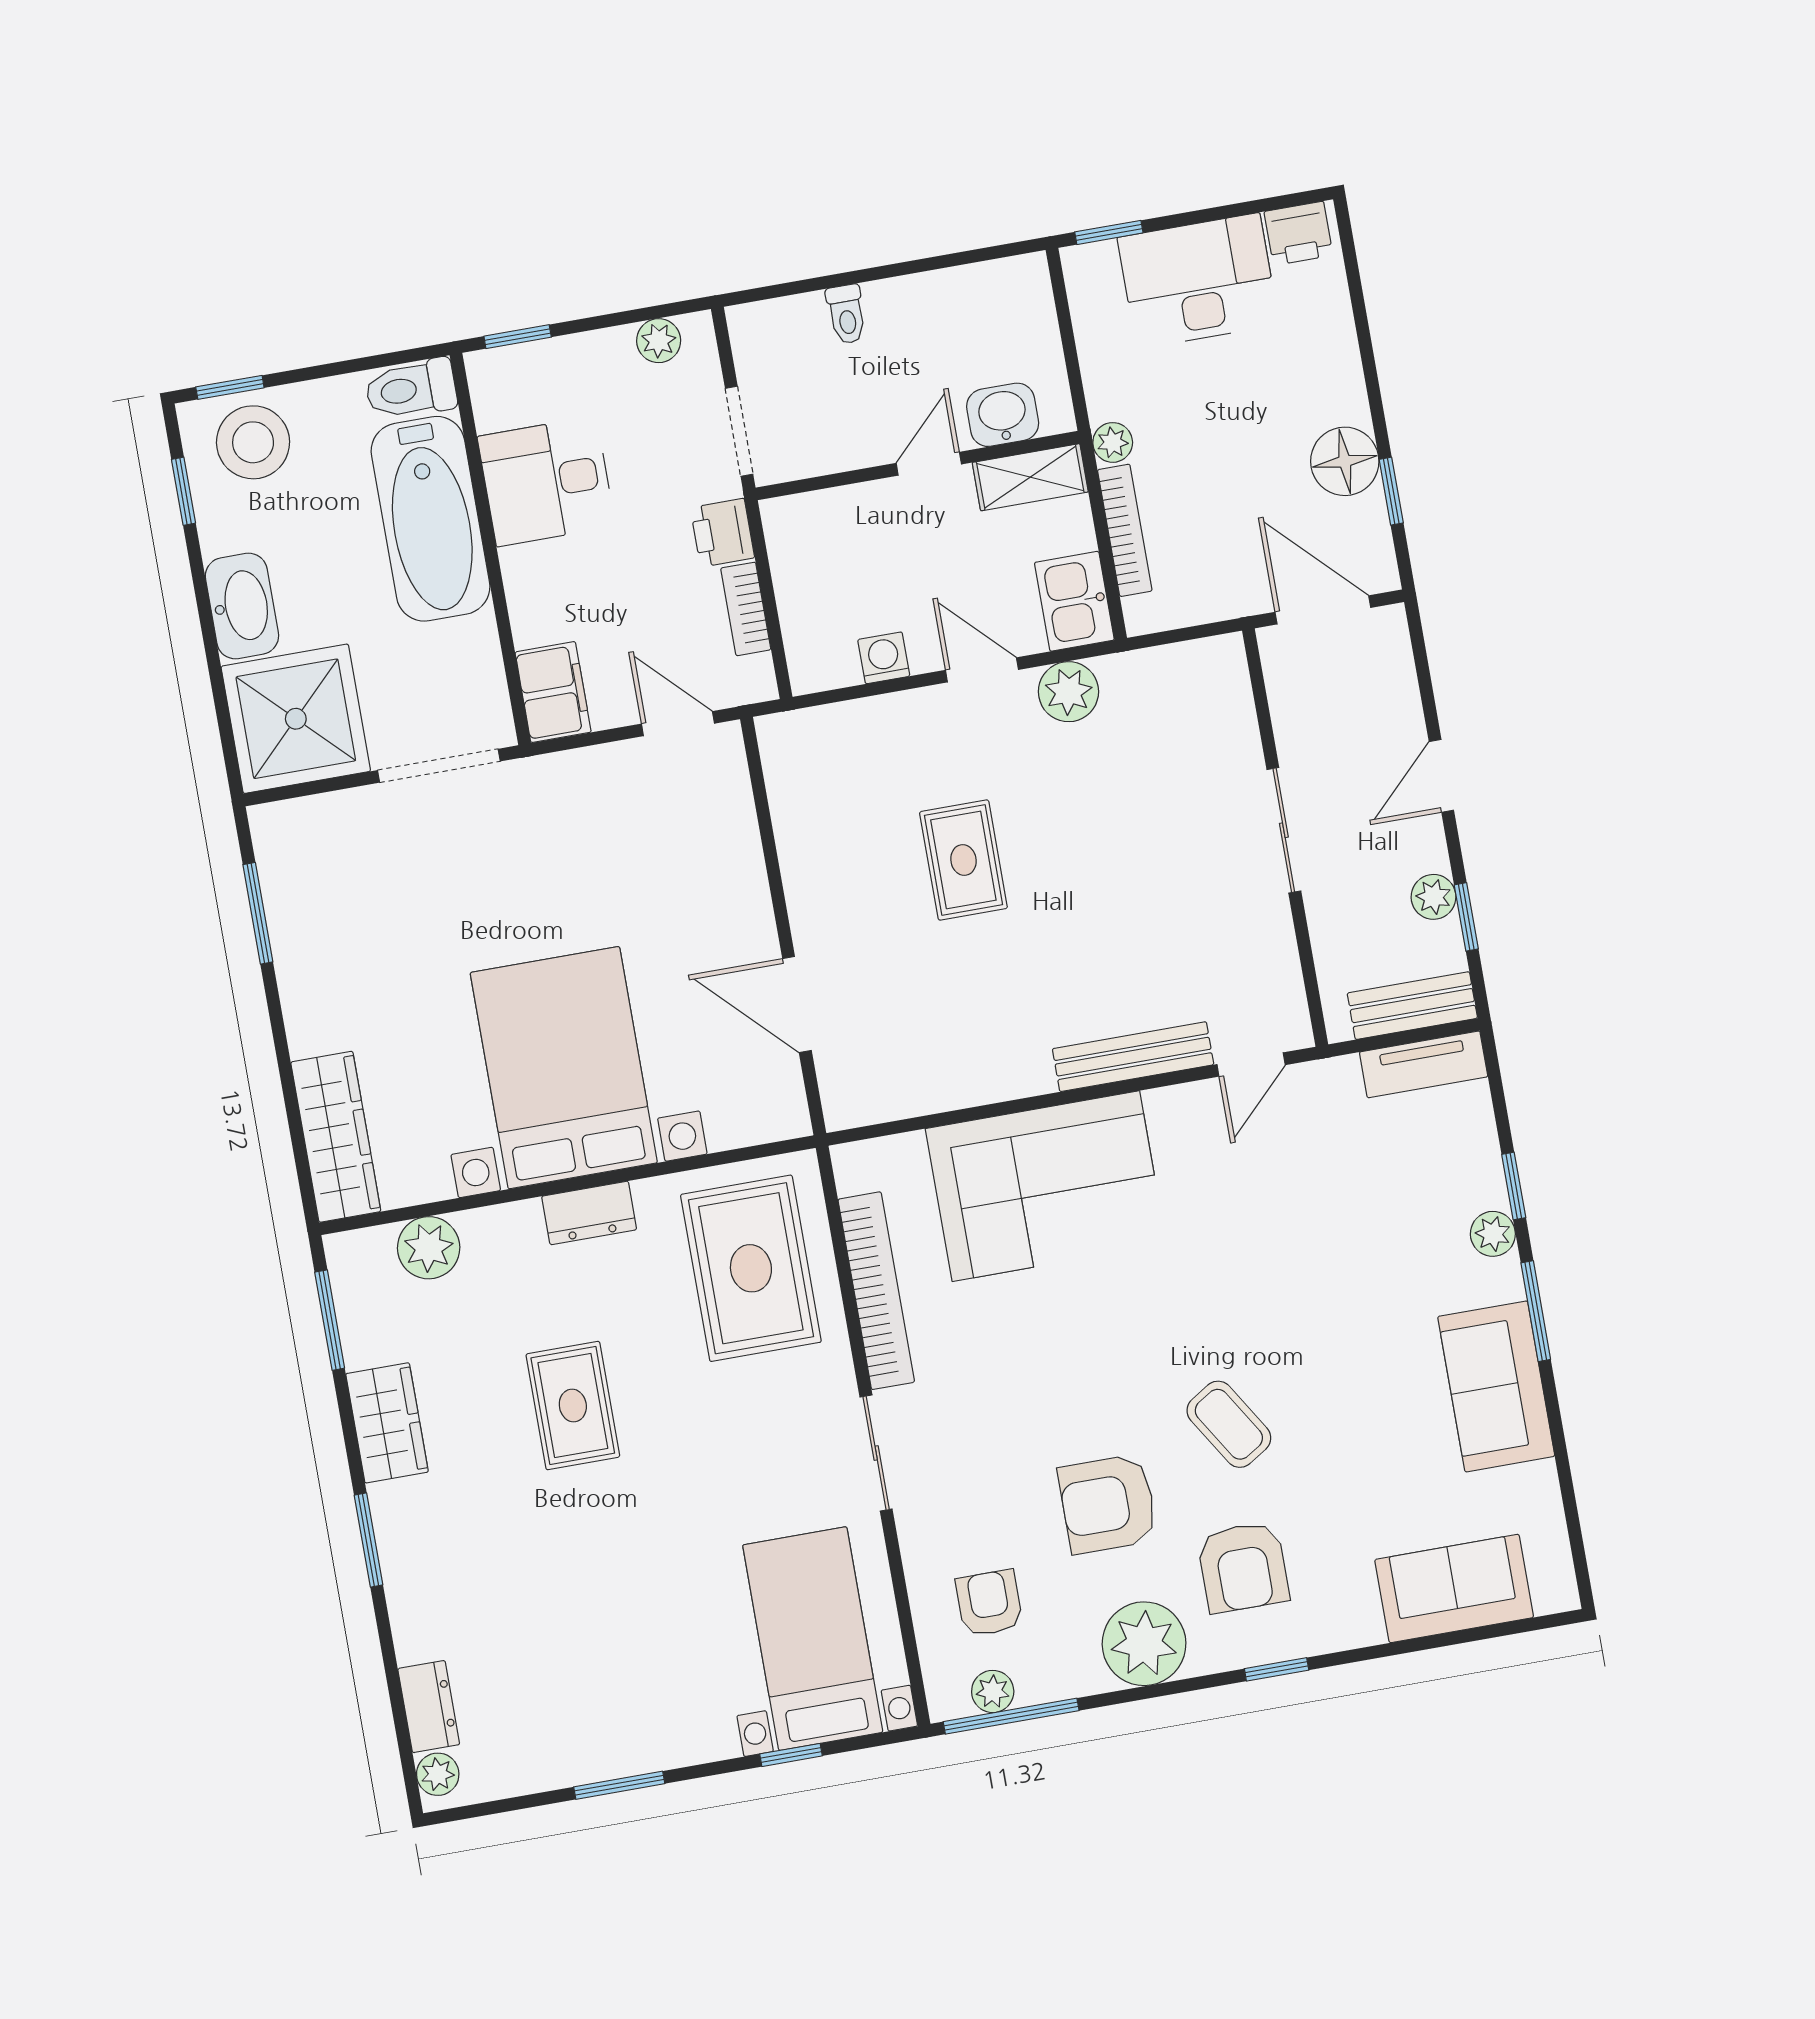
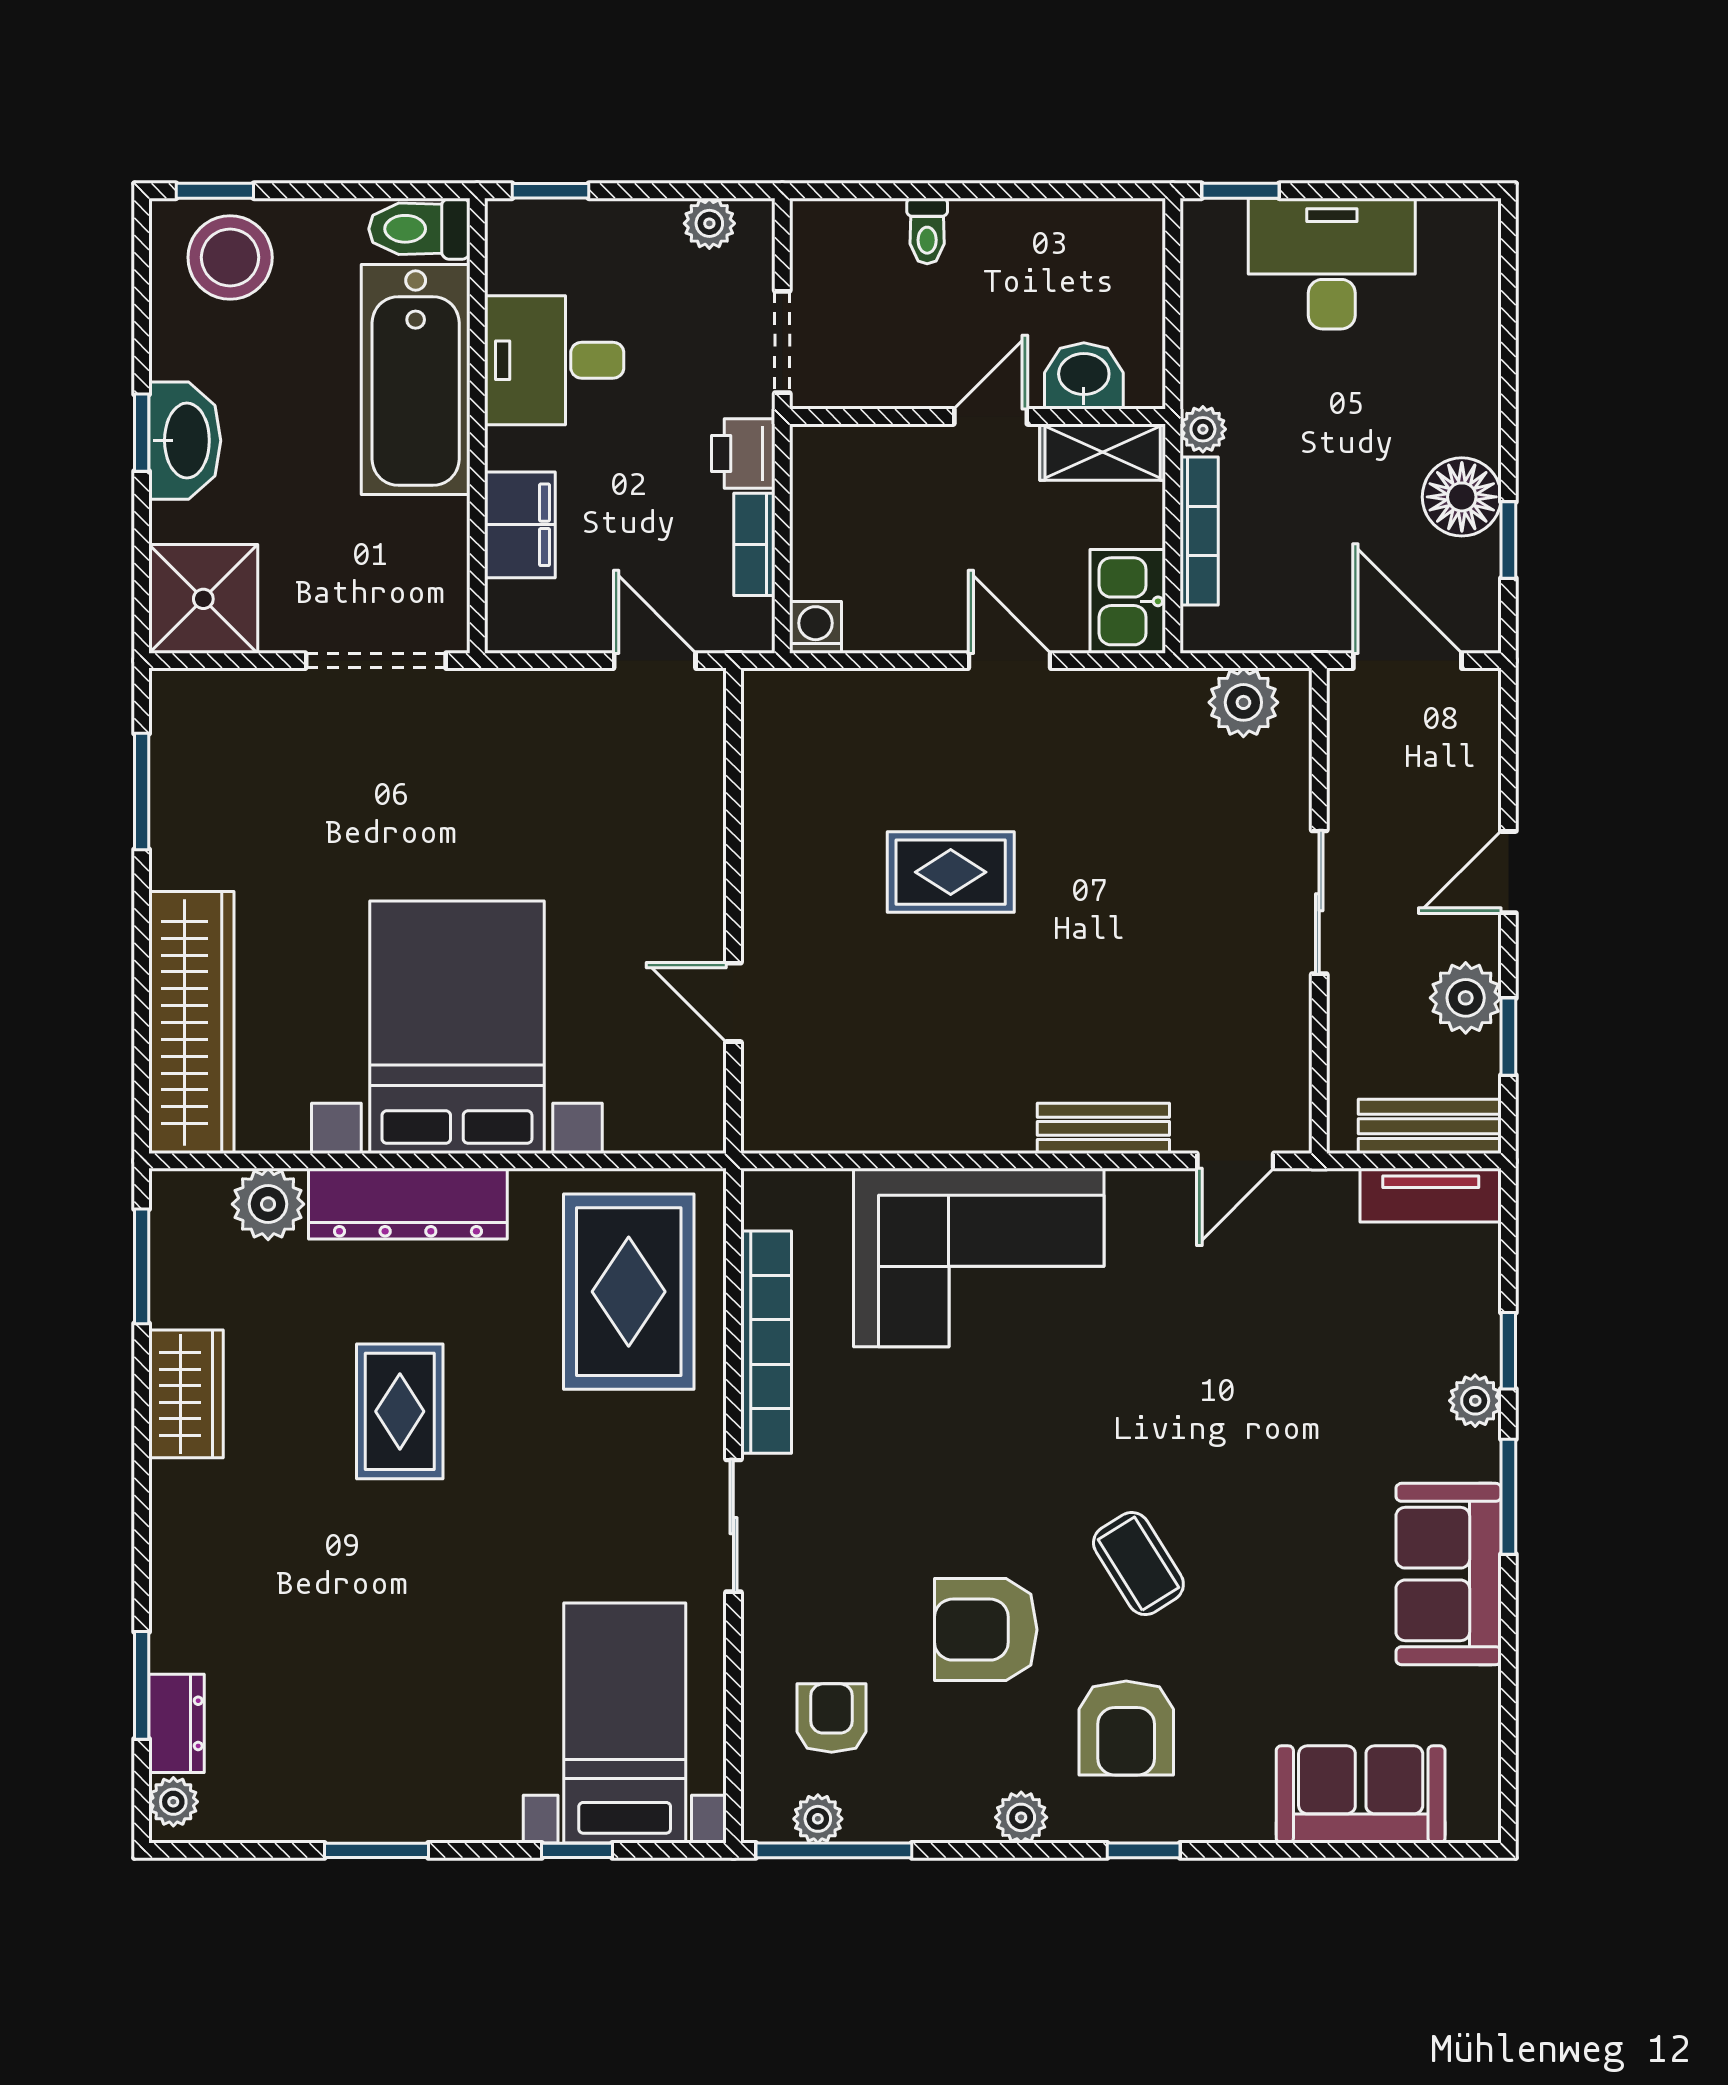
printer: (1298, 233) -> (1455, 230), removed
window: (183, 491) -> (142, 433), moved
washing machine: (884, 658) -> (816, 627), moved
filing cabinet: (553, 692) -> (520, 525), moved
plant: (1068, 692) -> (1243, 702), moved
shower: (296, 719) -> (203, 599), width x0.73, depth x0.73
rug: (963, 860) -> (951, 872), turned 90
plant: (1434, 897) -> (1466, 998), width x1.38, depth x1.38
door: (797, 1004) -> (733, 1002), width x0.73
bench: (1133, 1057) -> (1103, 1128), width x0.73
wardrobe: (336, 1137) -> (191, 1023), width x1.40, depth x1.17
dresser: (589, 1213) -> (408, 1204), width x1.96, depth x1.24
window: (368, 1540) -> (142, 1685), moved
plant: (1144, 1644) -> (1021, 1817), width x0.53, depth x0.53

